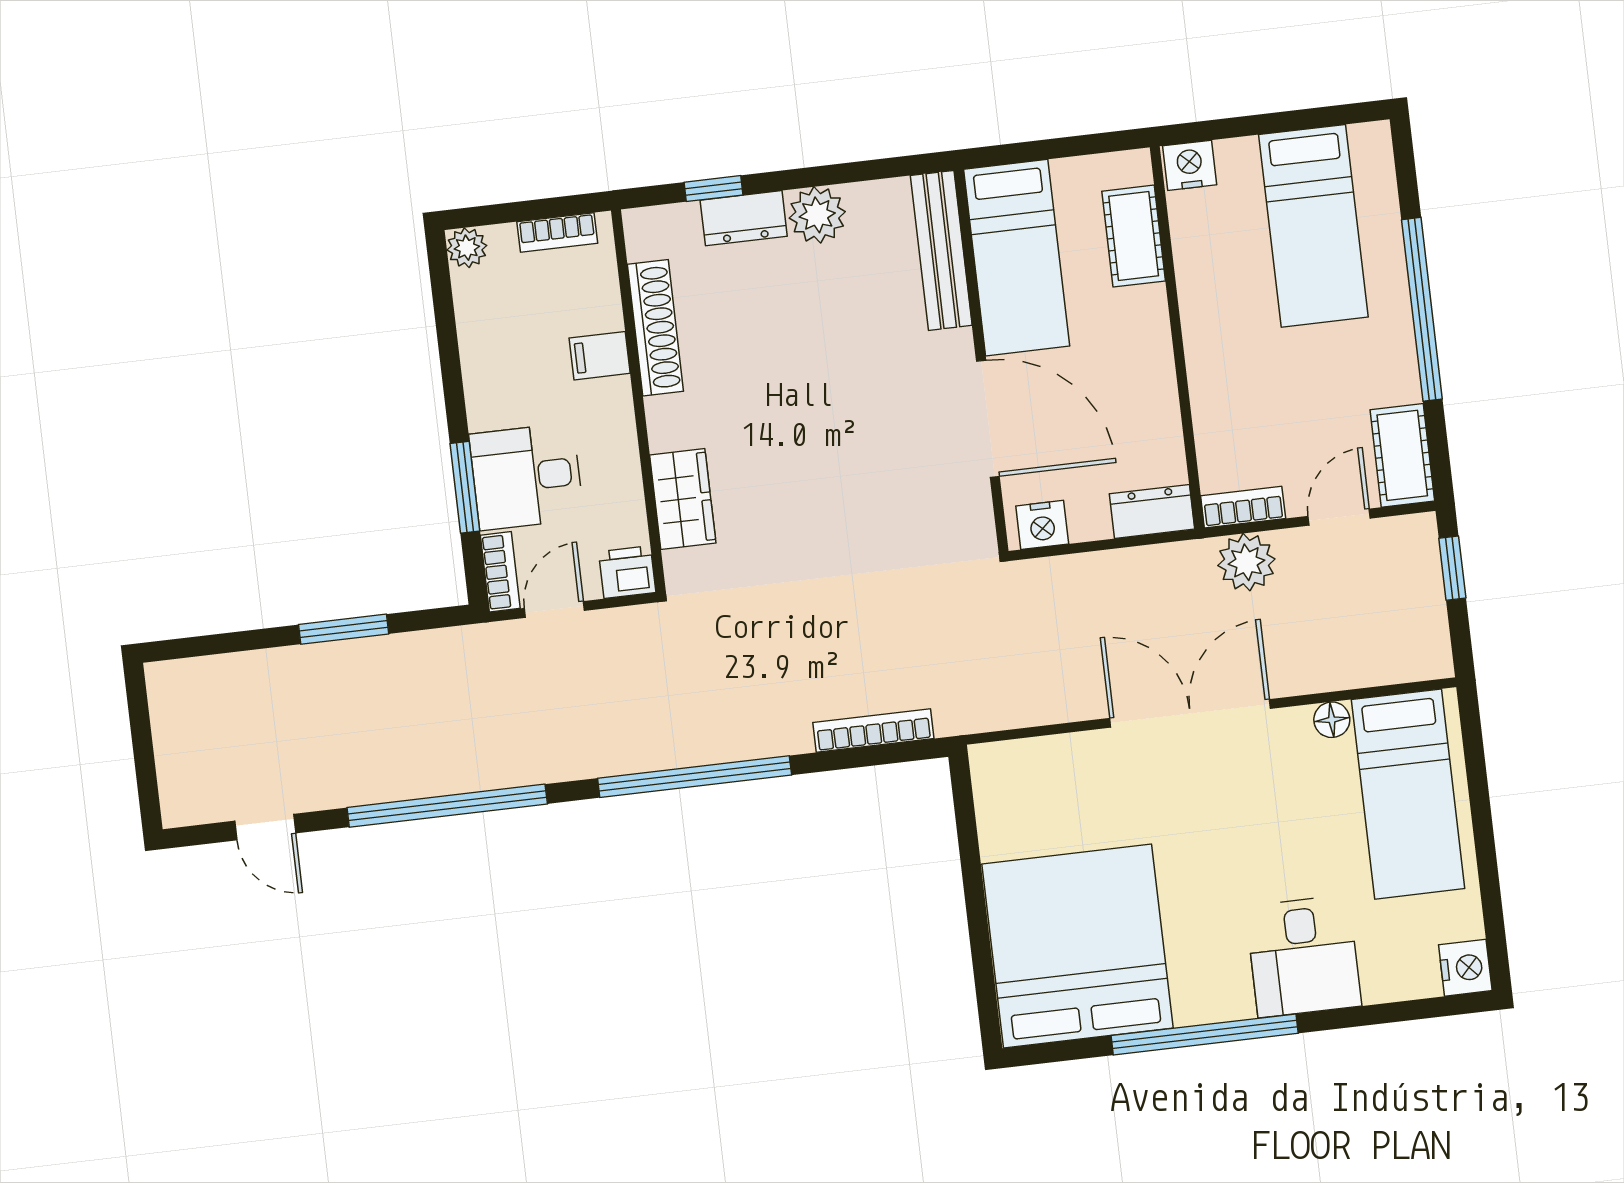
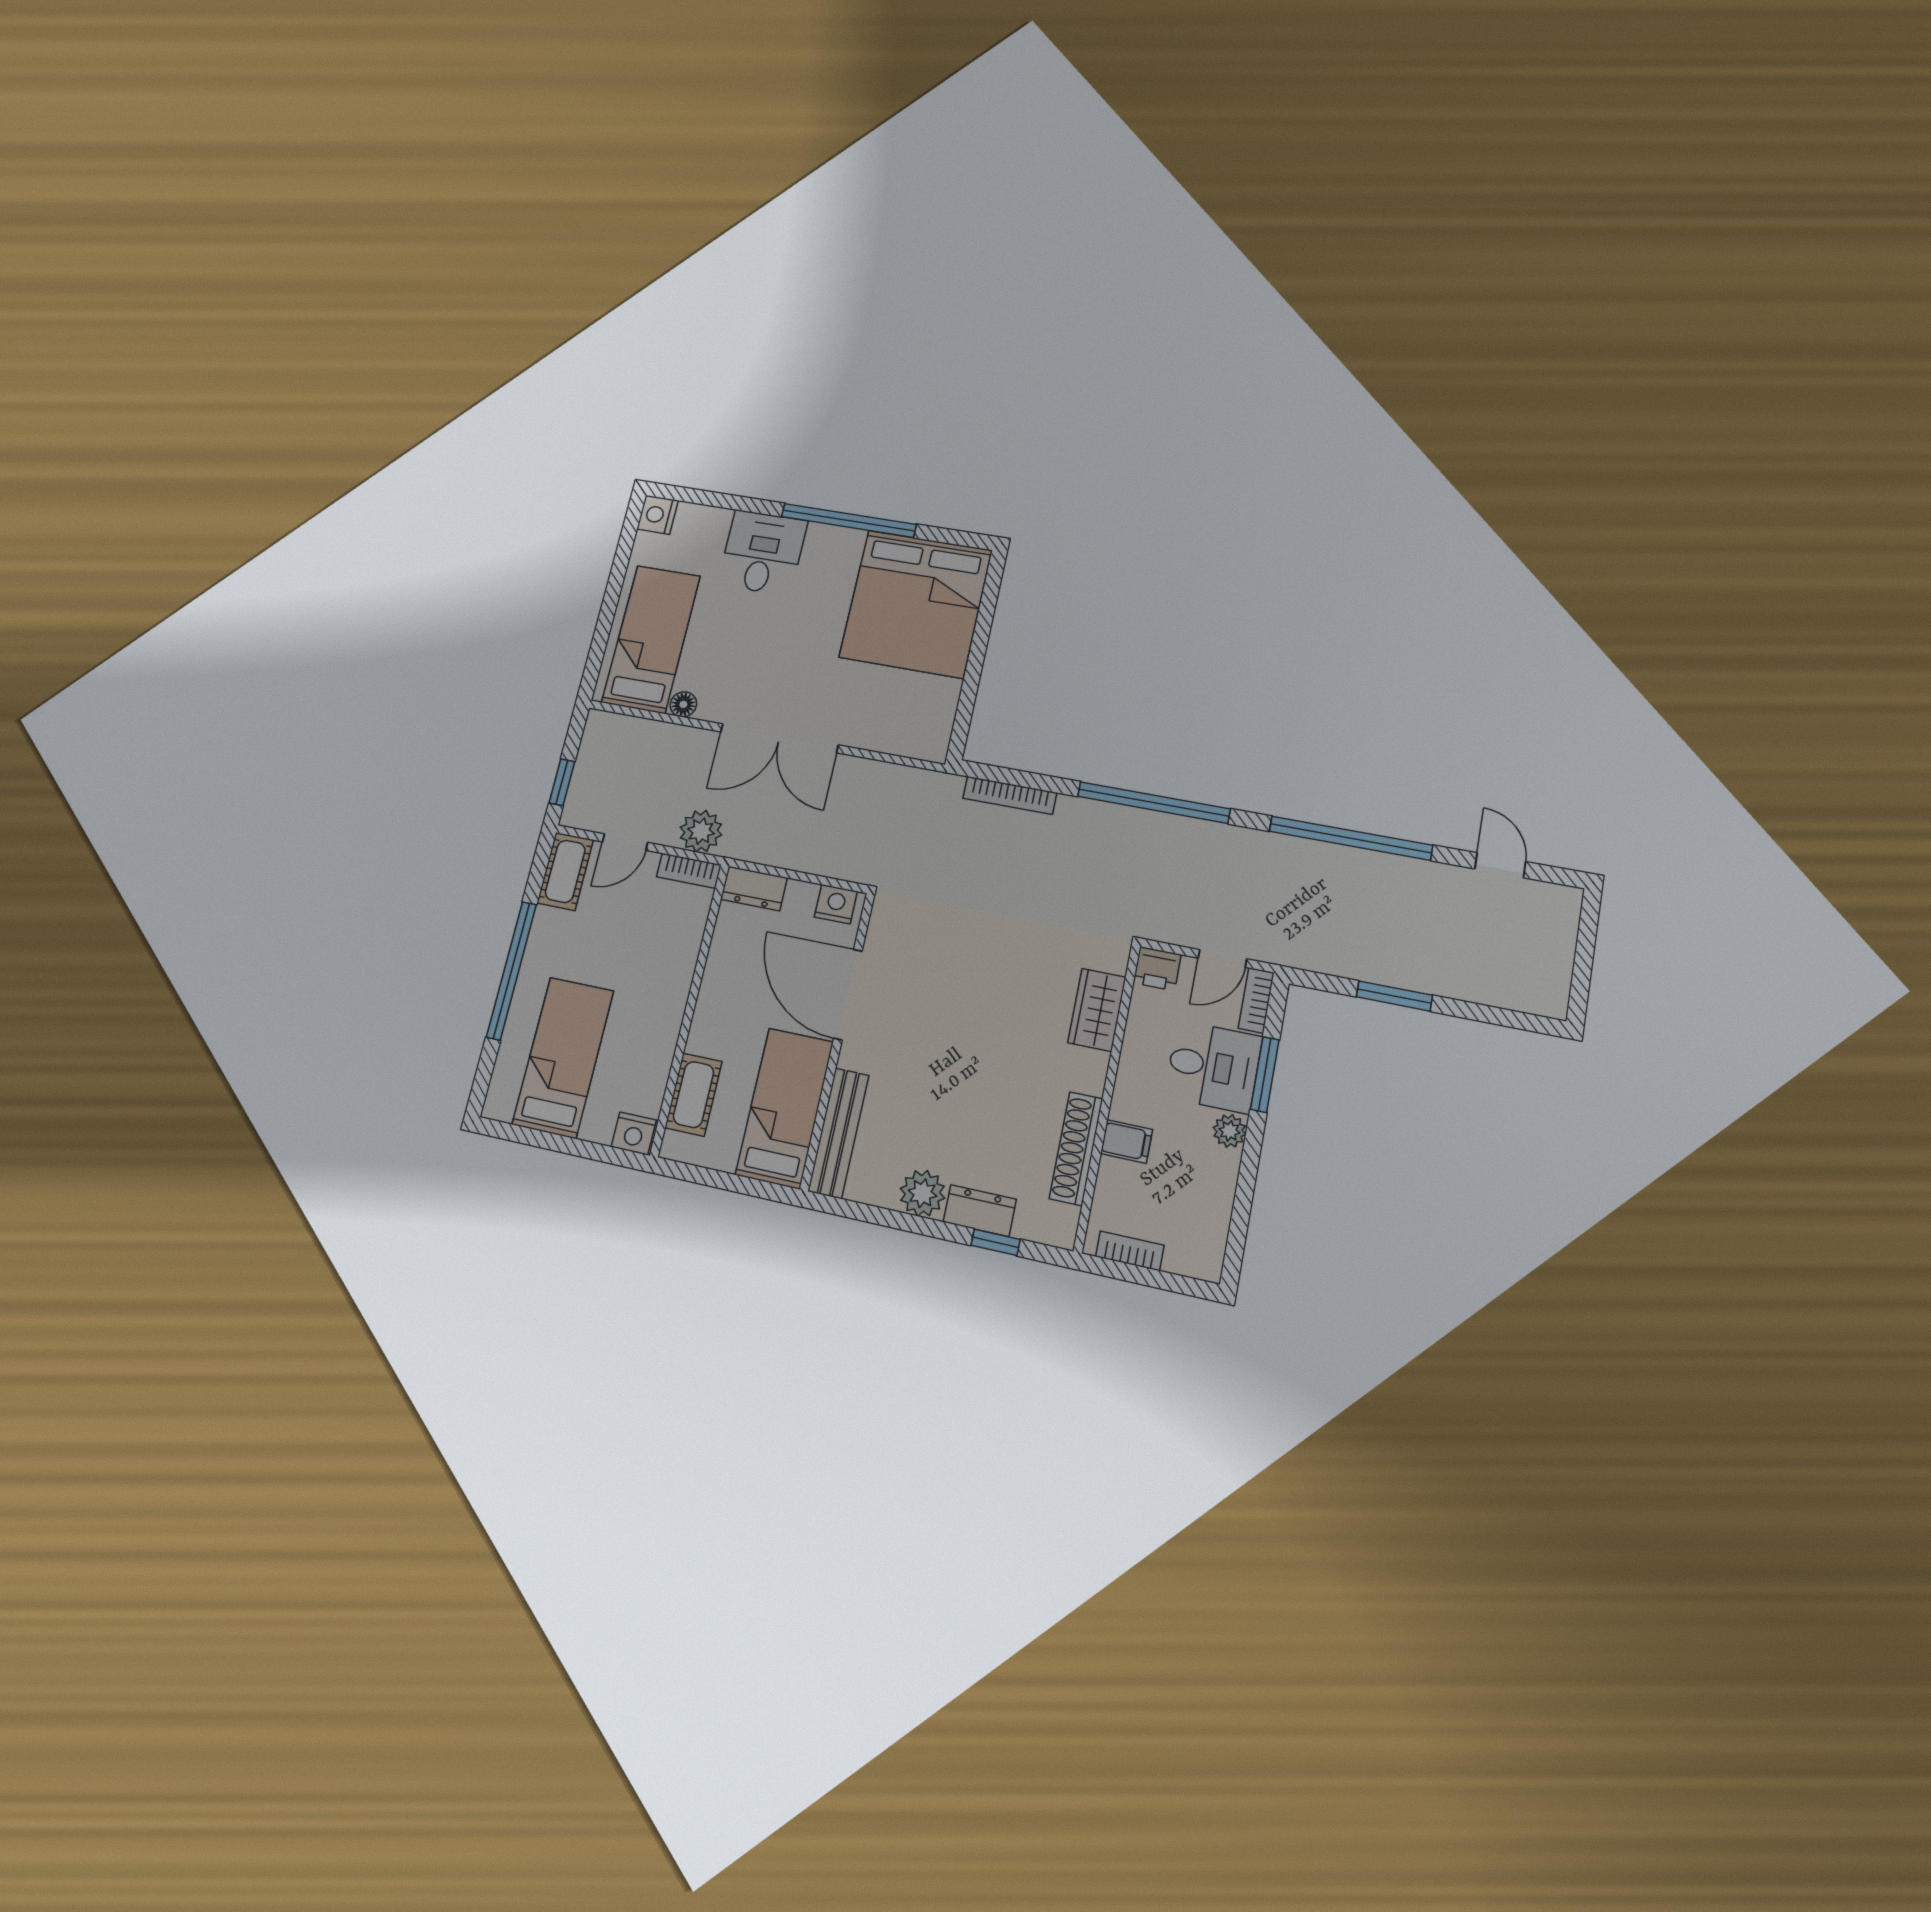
plant: (467, 248) -> (1230, 1131), moved

